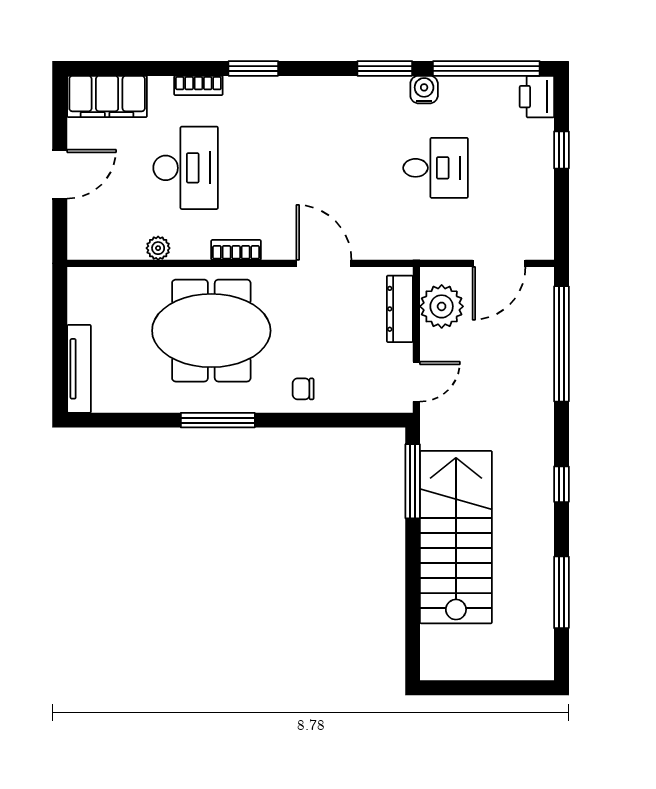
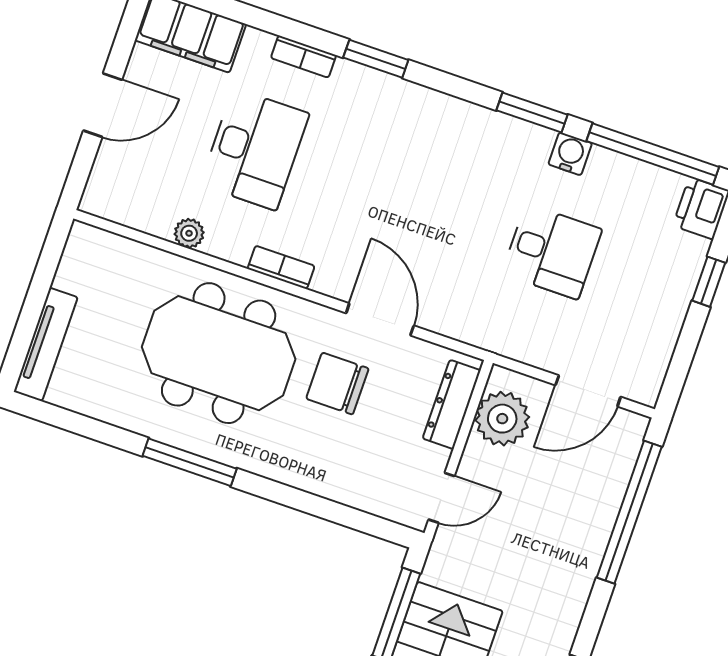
chair: (303, 389) -> (337, 384), moved, width x1.87, depth x1.87

